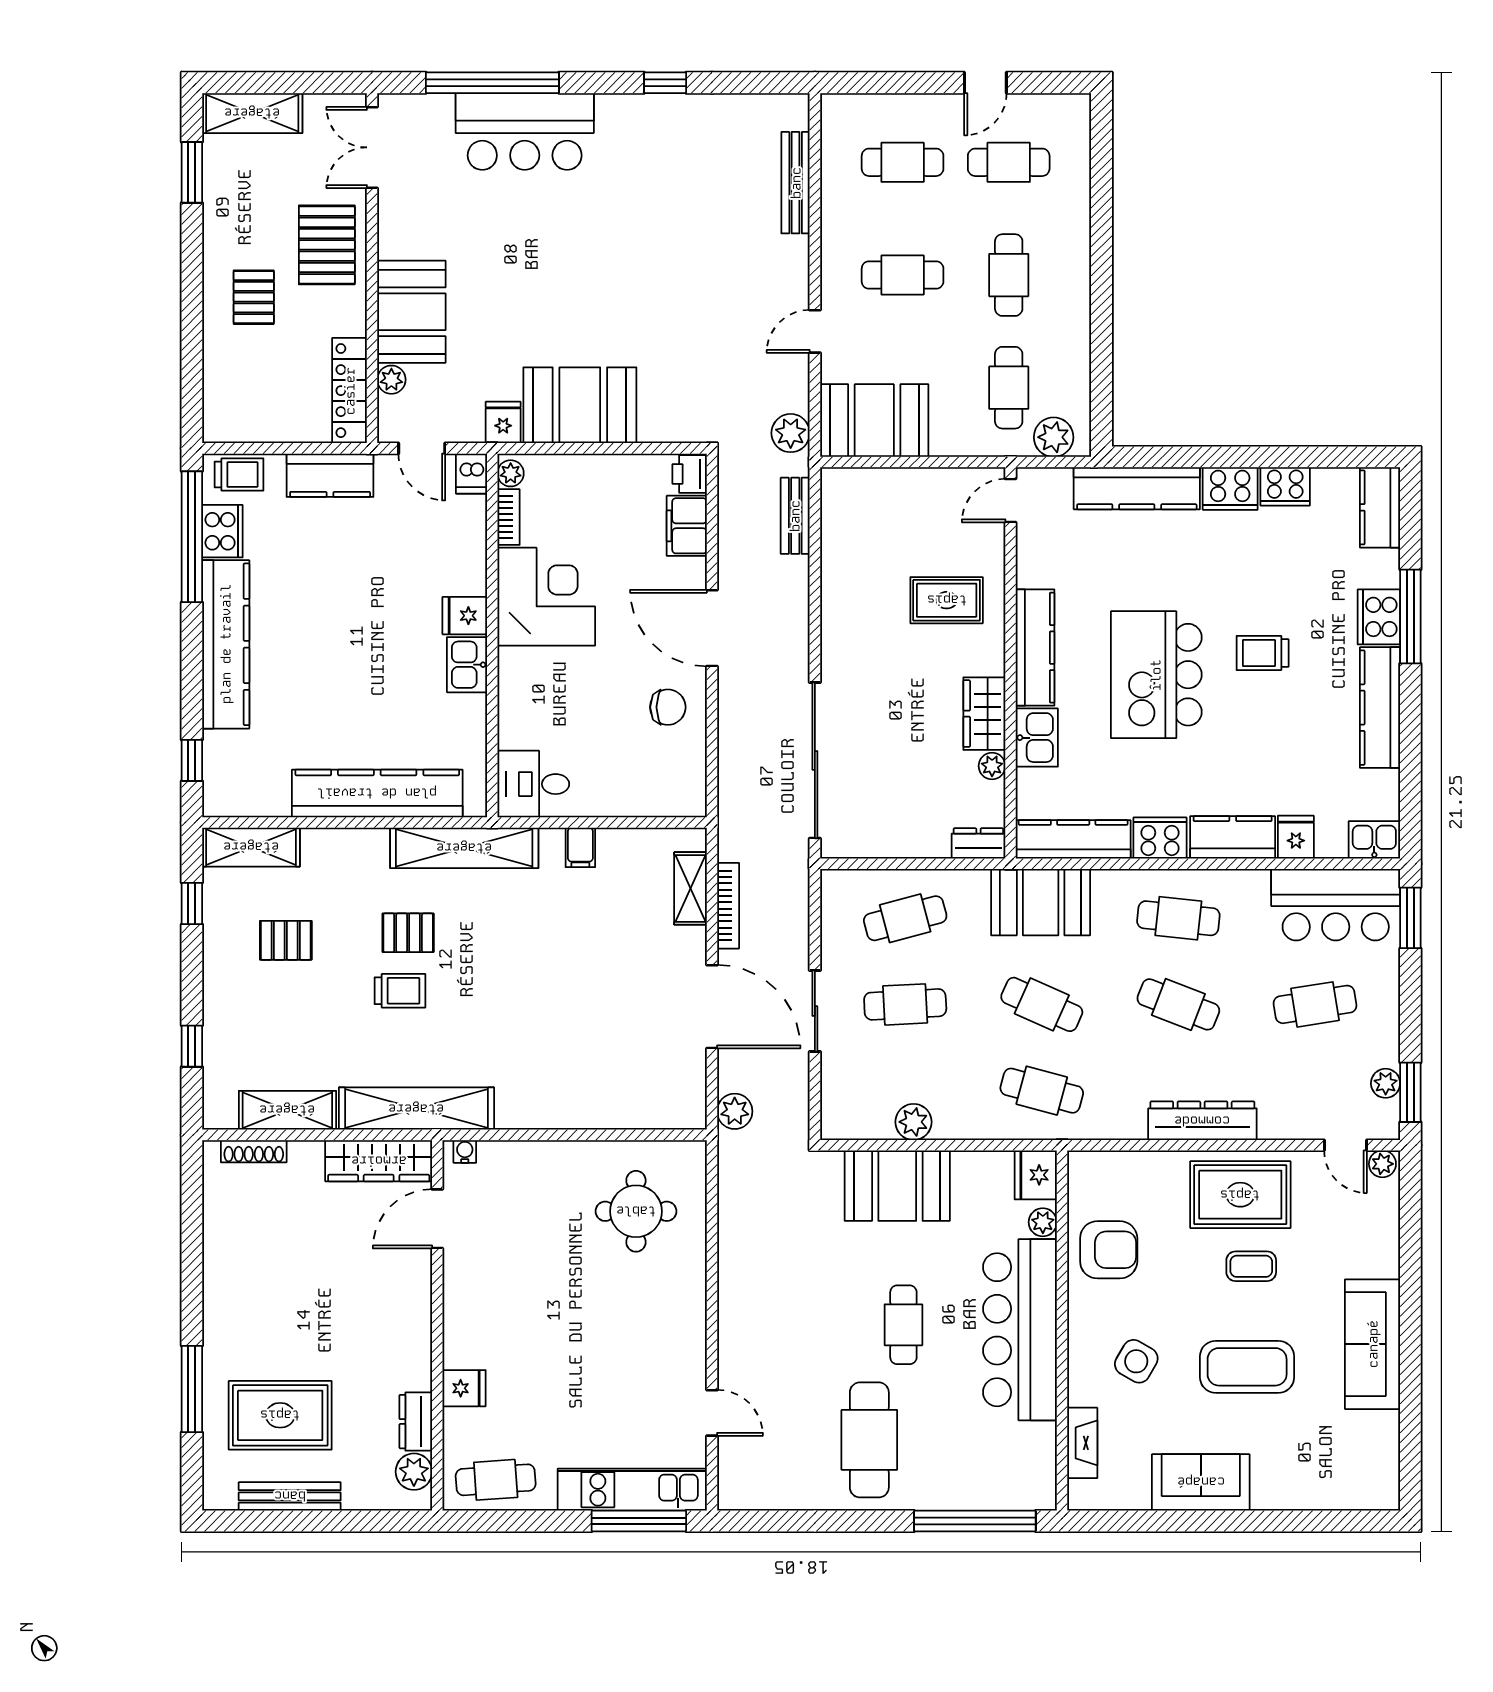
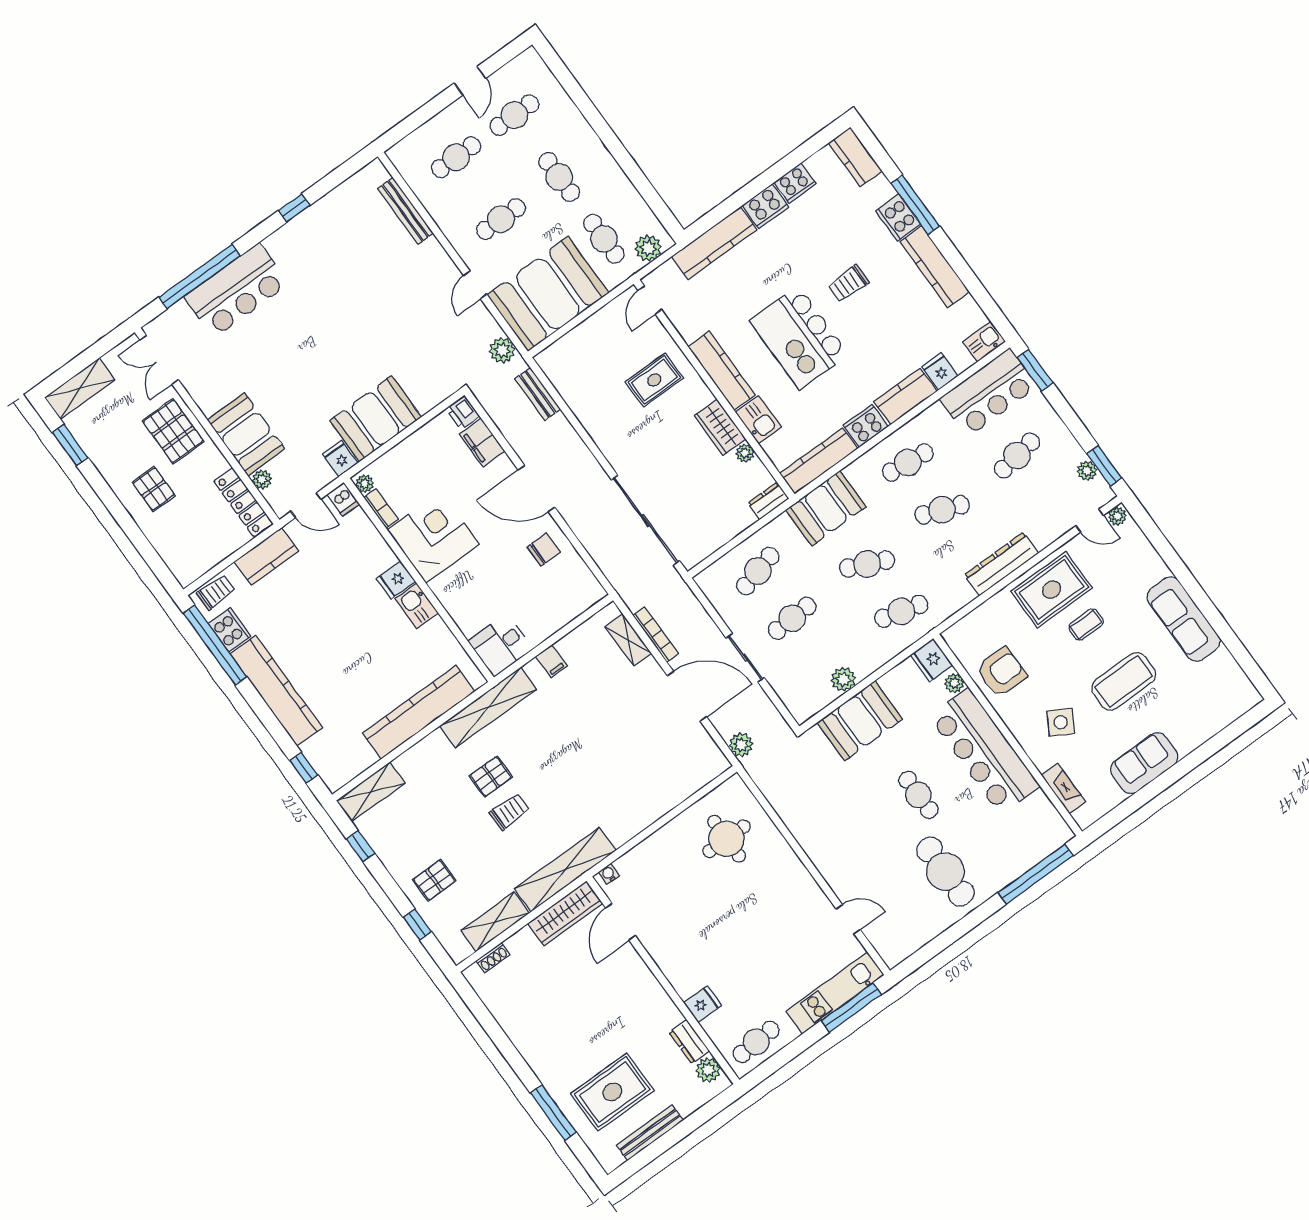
booth: (874, 421) -> (548, 294), width x1.36, depth x1.42
pallet: (286, 940) -> (434, 880), moved
shoe rack: (254, 1151) -> (493, 958), width x0.70

